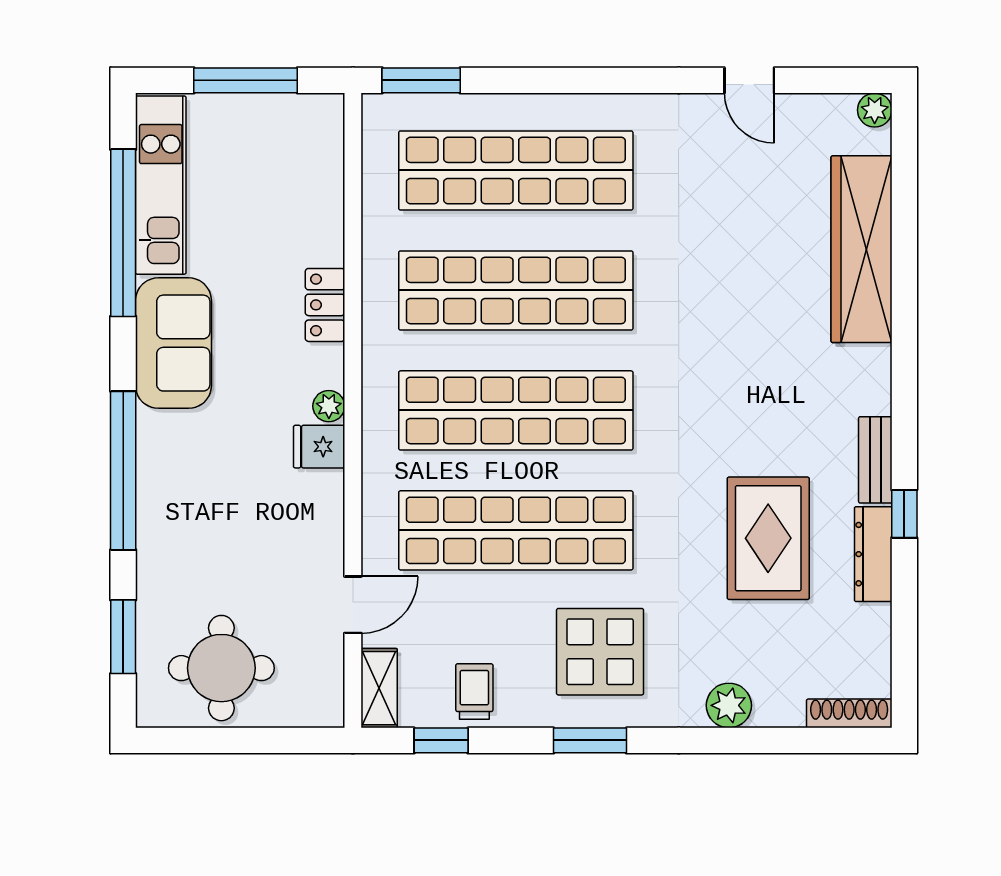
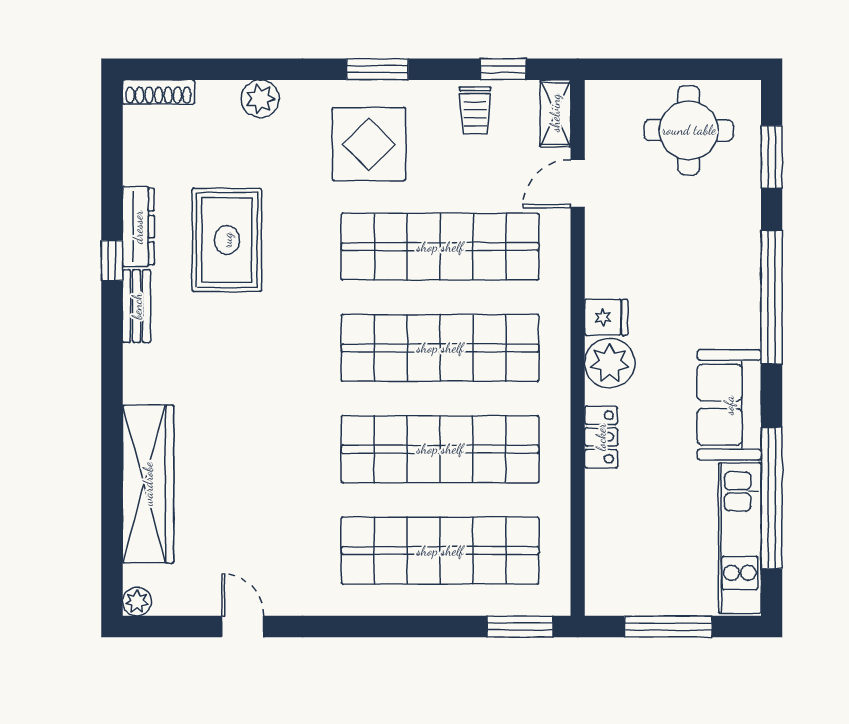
plant: (329, 406) -> (610, 363), width x1.87, depth x1.87

